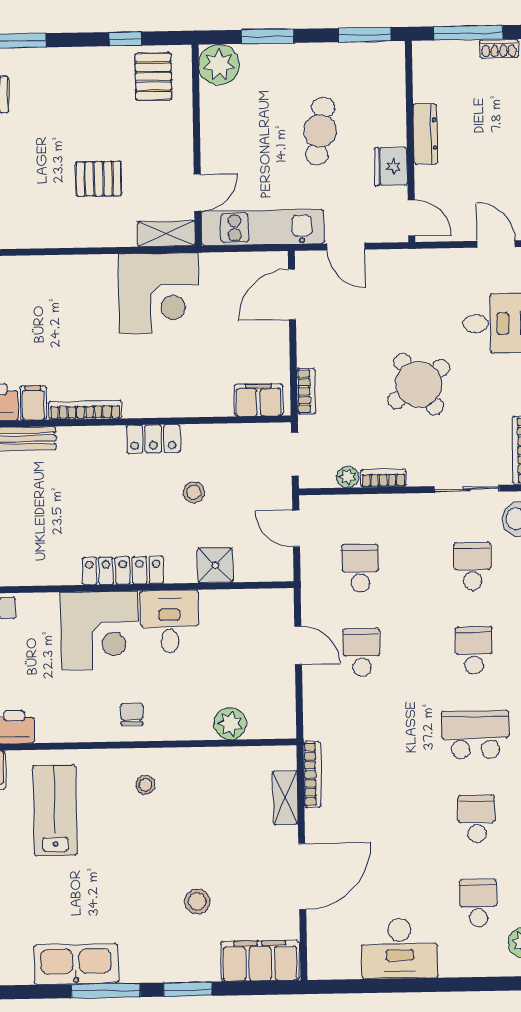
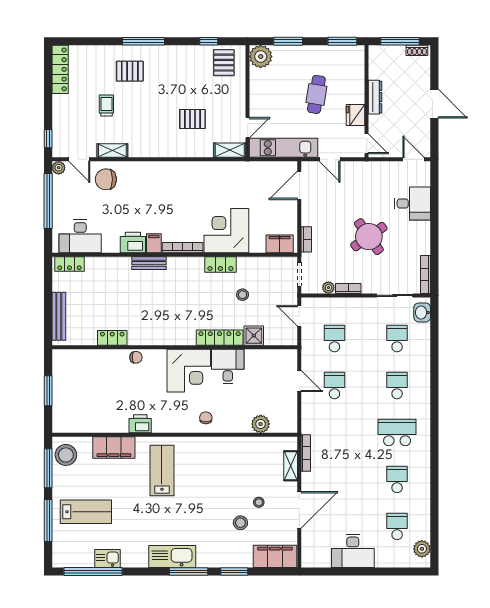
corner desk: (159, 293) -> (226, 231), moved, turned 180
locker: (123, 570) -> (220, 338), moved
stool: (145, 785) -> (259, 502), moved

